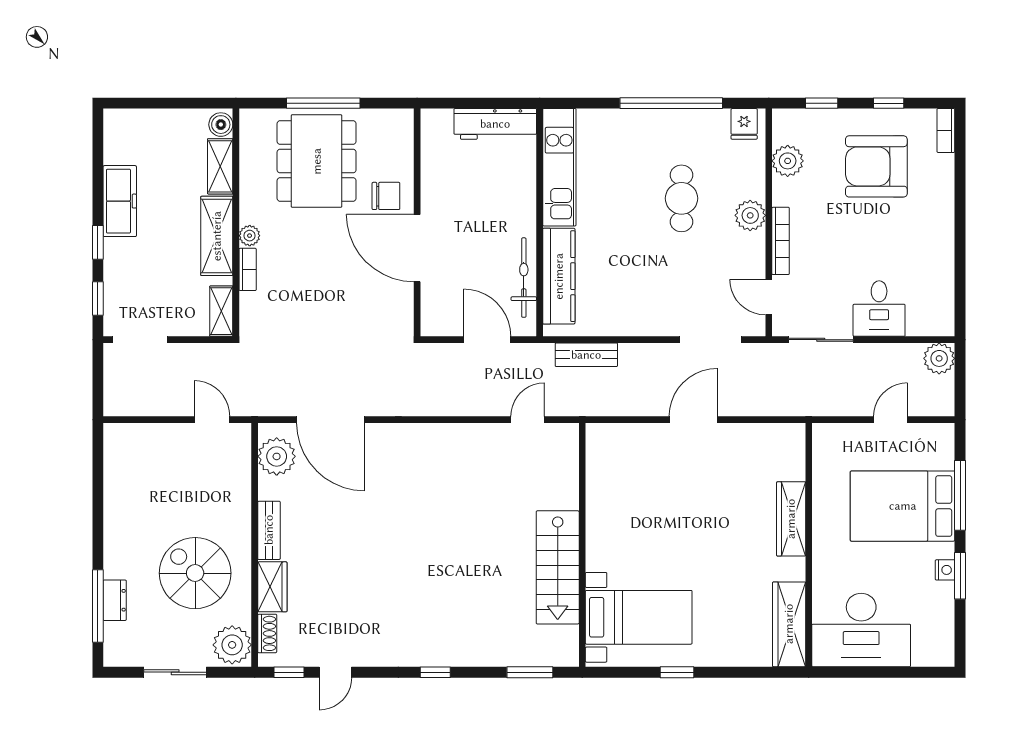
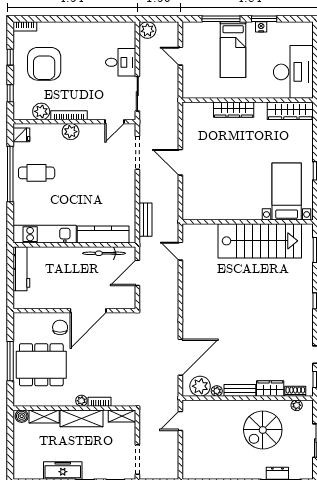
cafe table: (681, 198) -> (37, 173), moved
bookcase: (781, 241) -> (69, 115), moved
plant: (268, 487) -> (217, 391), added
bed: (903, 506) -> (233, 50), width x0.67
stairs: (558, 567) -> (260, 241), width x1.36, depth x1.51
plant: (232, 645) -> (297, 405), width x0.53, depth x0.53

